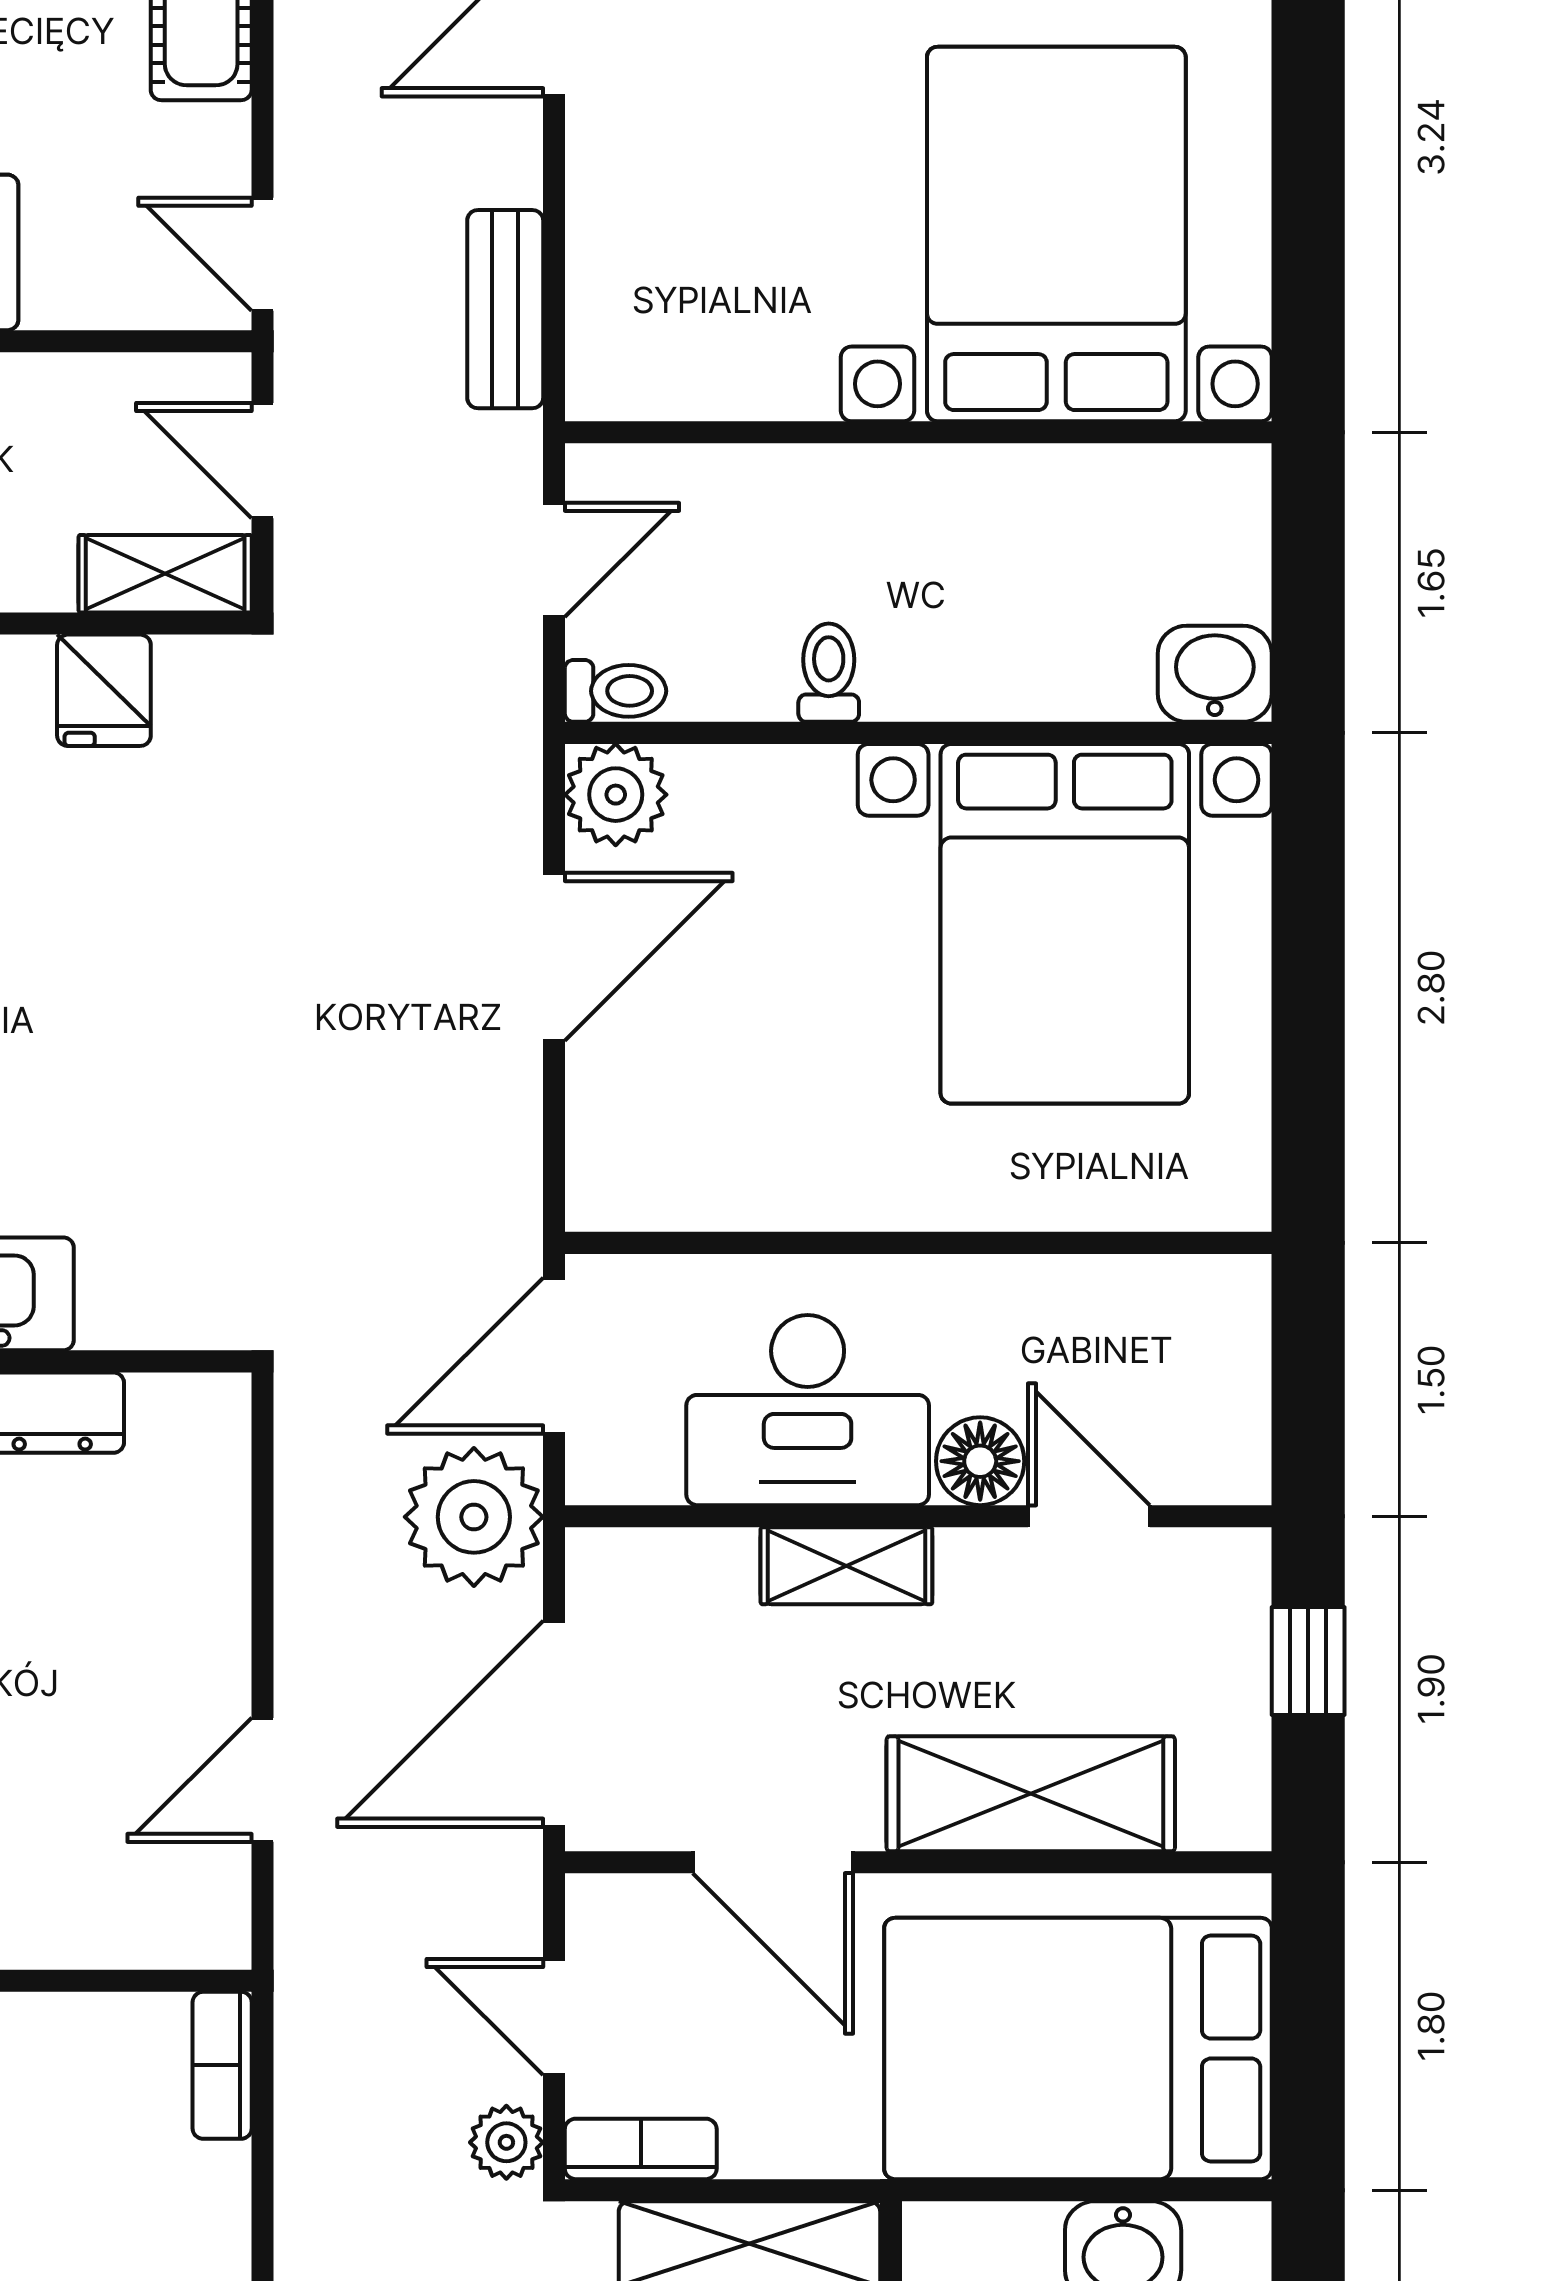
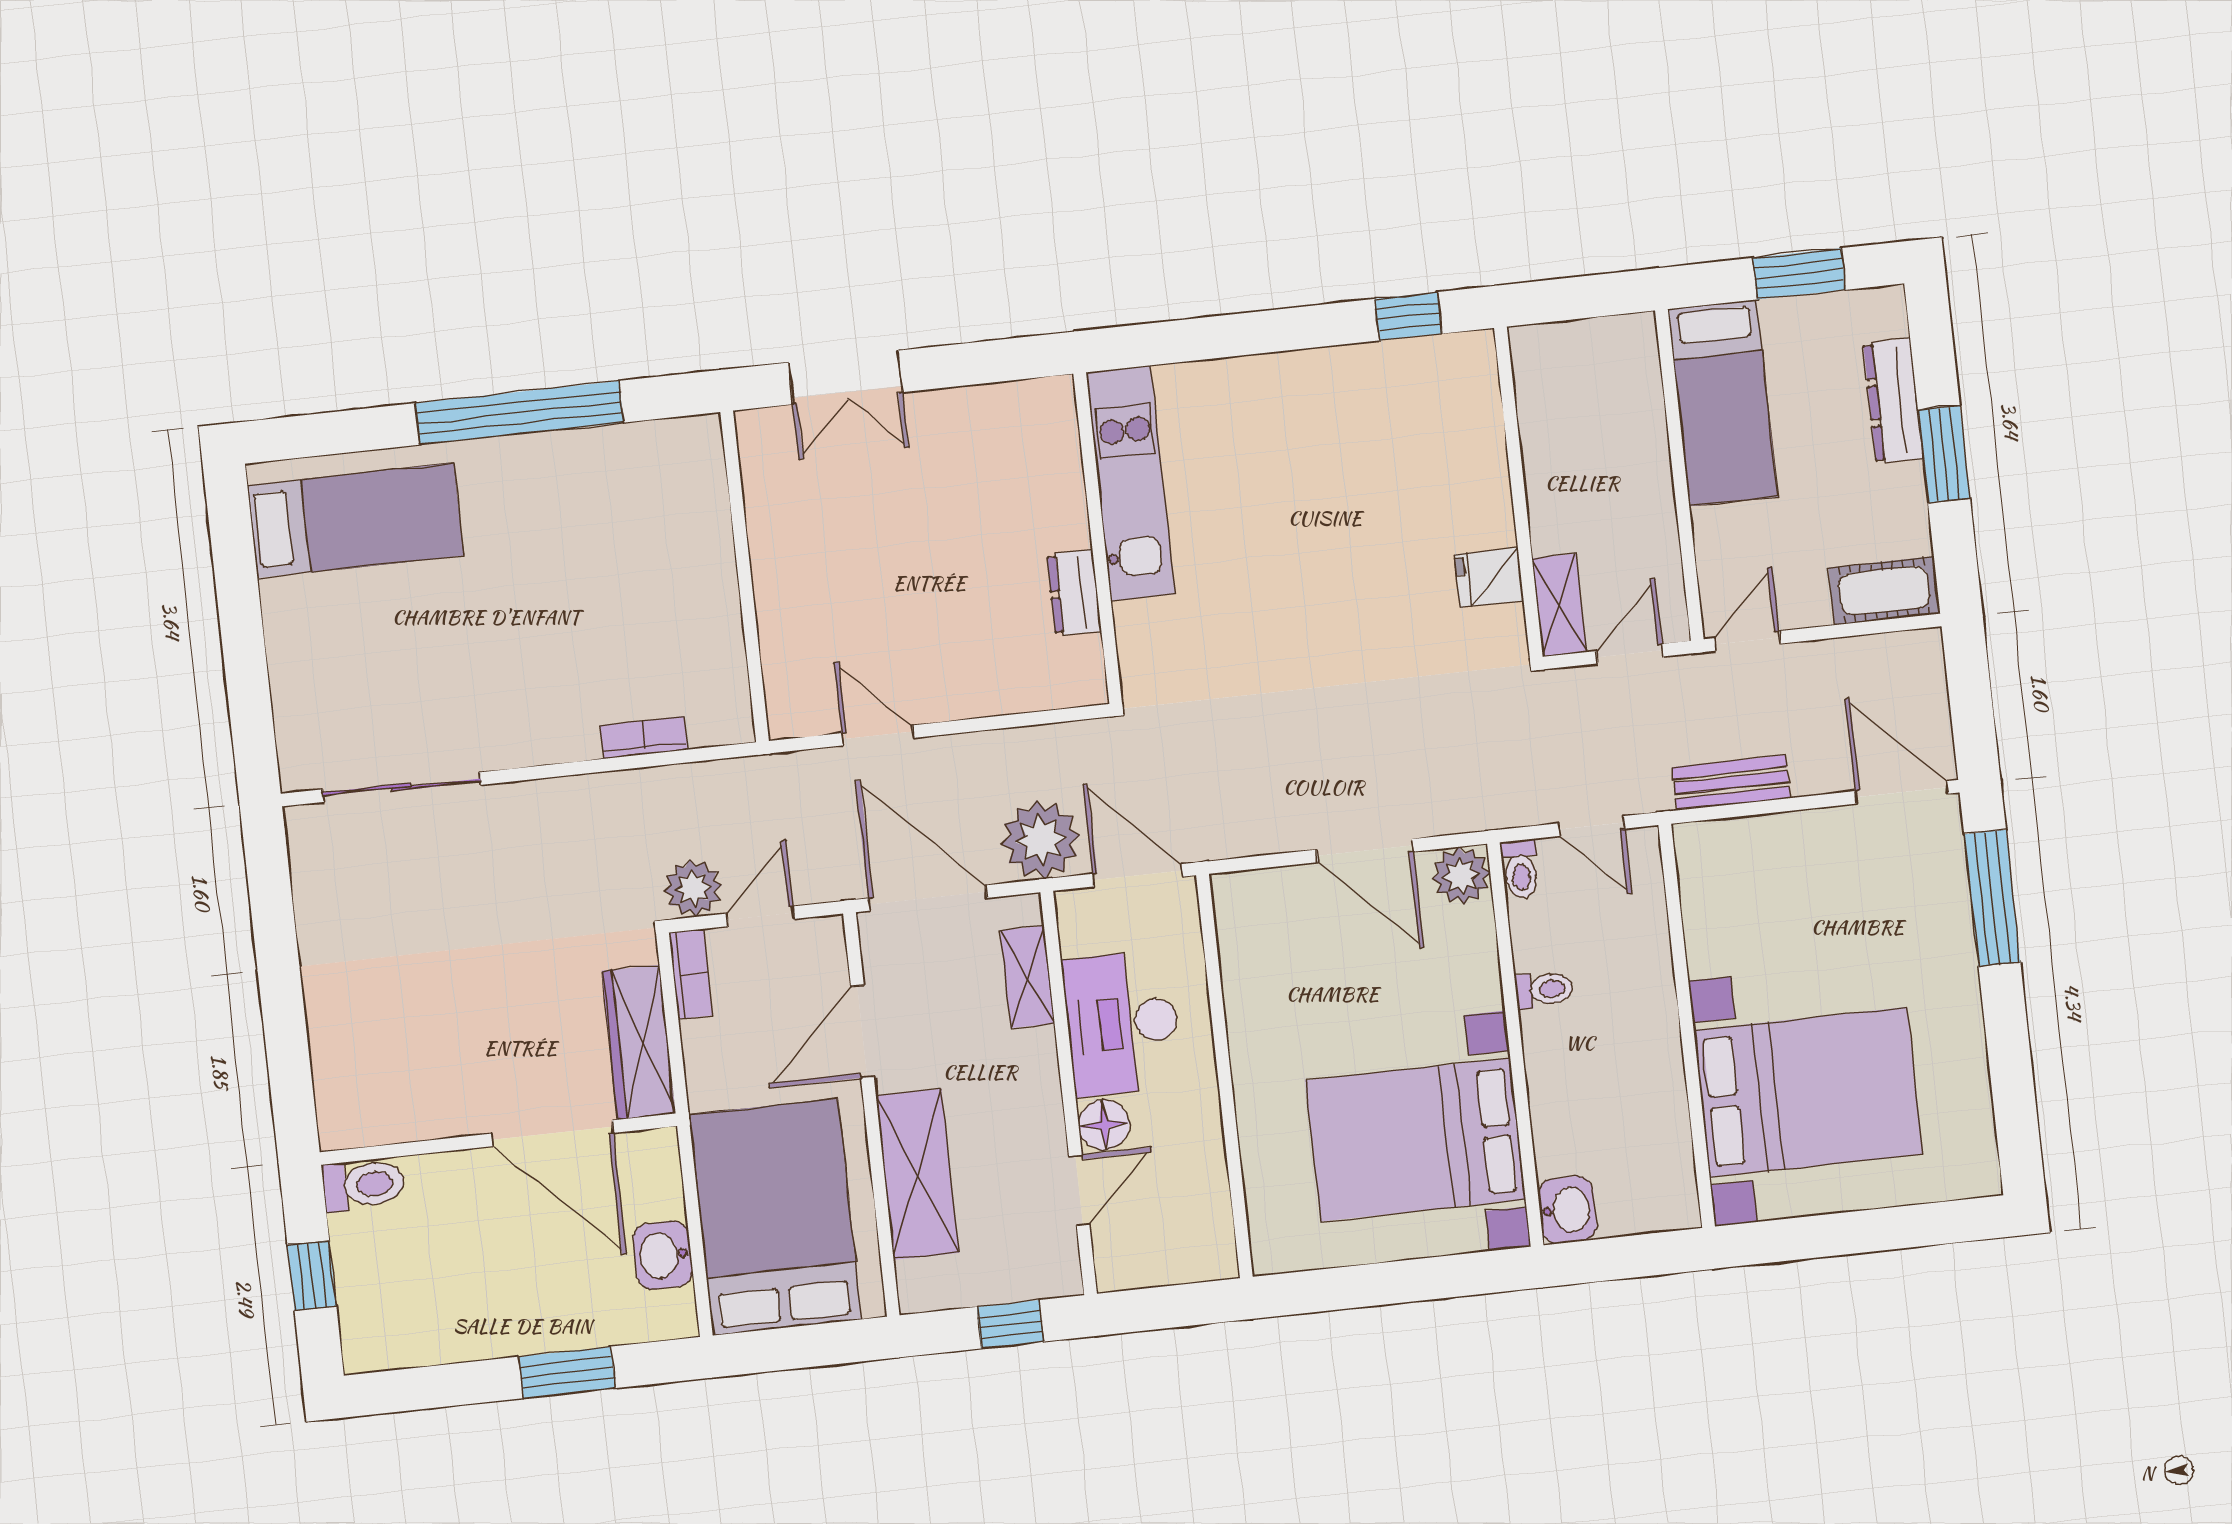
shelving: (846, 1566) -> (1027, 977), moved
bookcase: (222, 2065) -> (644, 738), moved
plant: (506, 2142) -> (693, 888), width x1.38, depth x1.38

